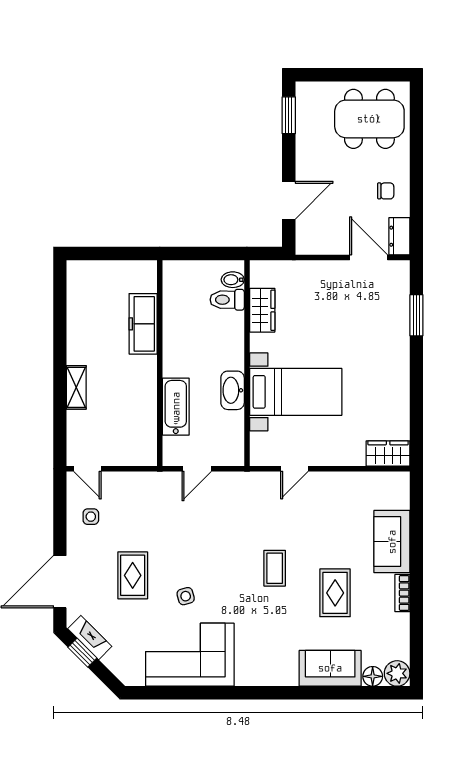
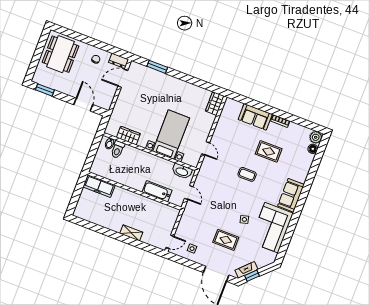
freezer: (143, 324) -> (99, 186), moved
washbasin: (233, 390) -> (182, 171), moved
sofa: (330, 668) -> (291, 195), moved

